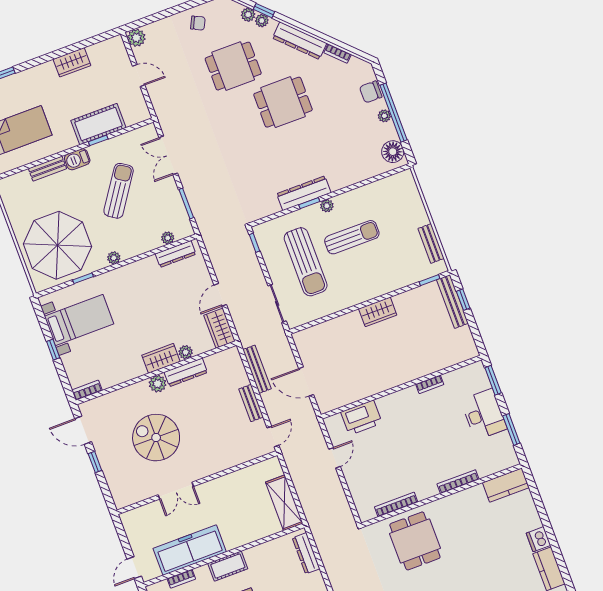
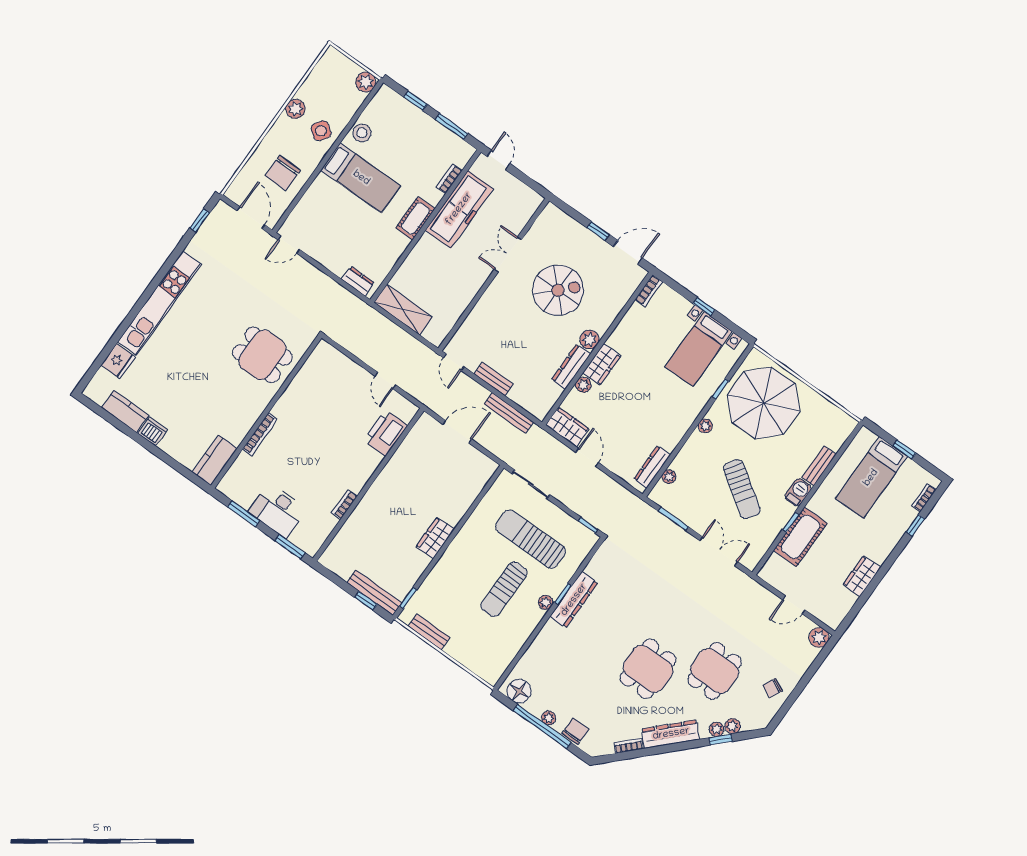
bookcase: (396, 504) -> (302, 376), removed
dresser: (306, 553) -> (358, 281), width x0.70

